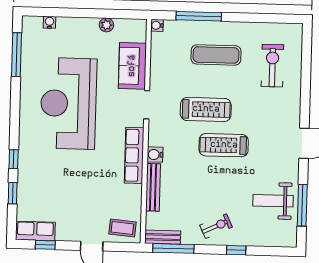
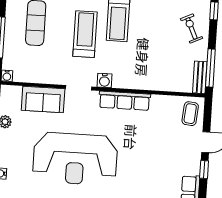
water cooler: (155, 155) -> (104, 80), moved
bench: (153, 187) -> (154, 85), removed
window: (45, 245) -> (204, 170), moved

